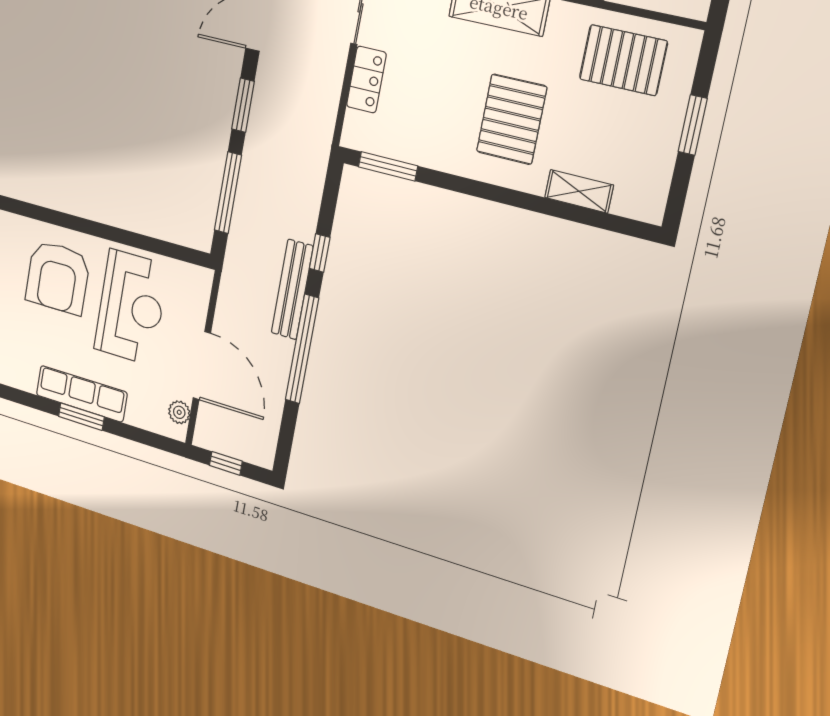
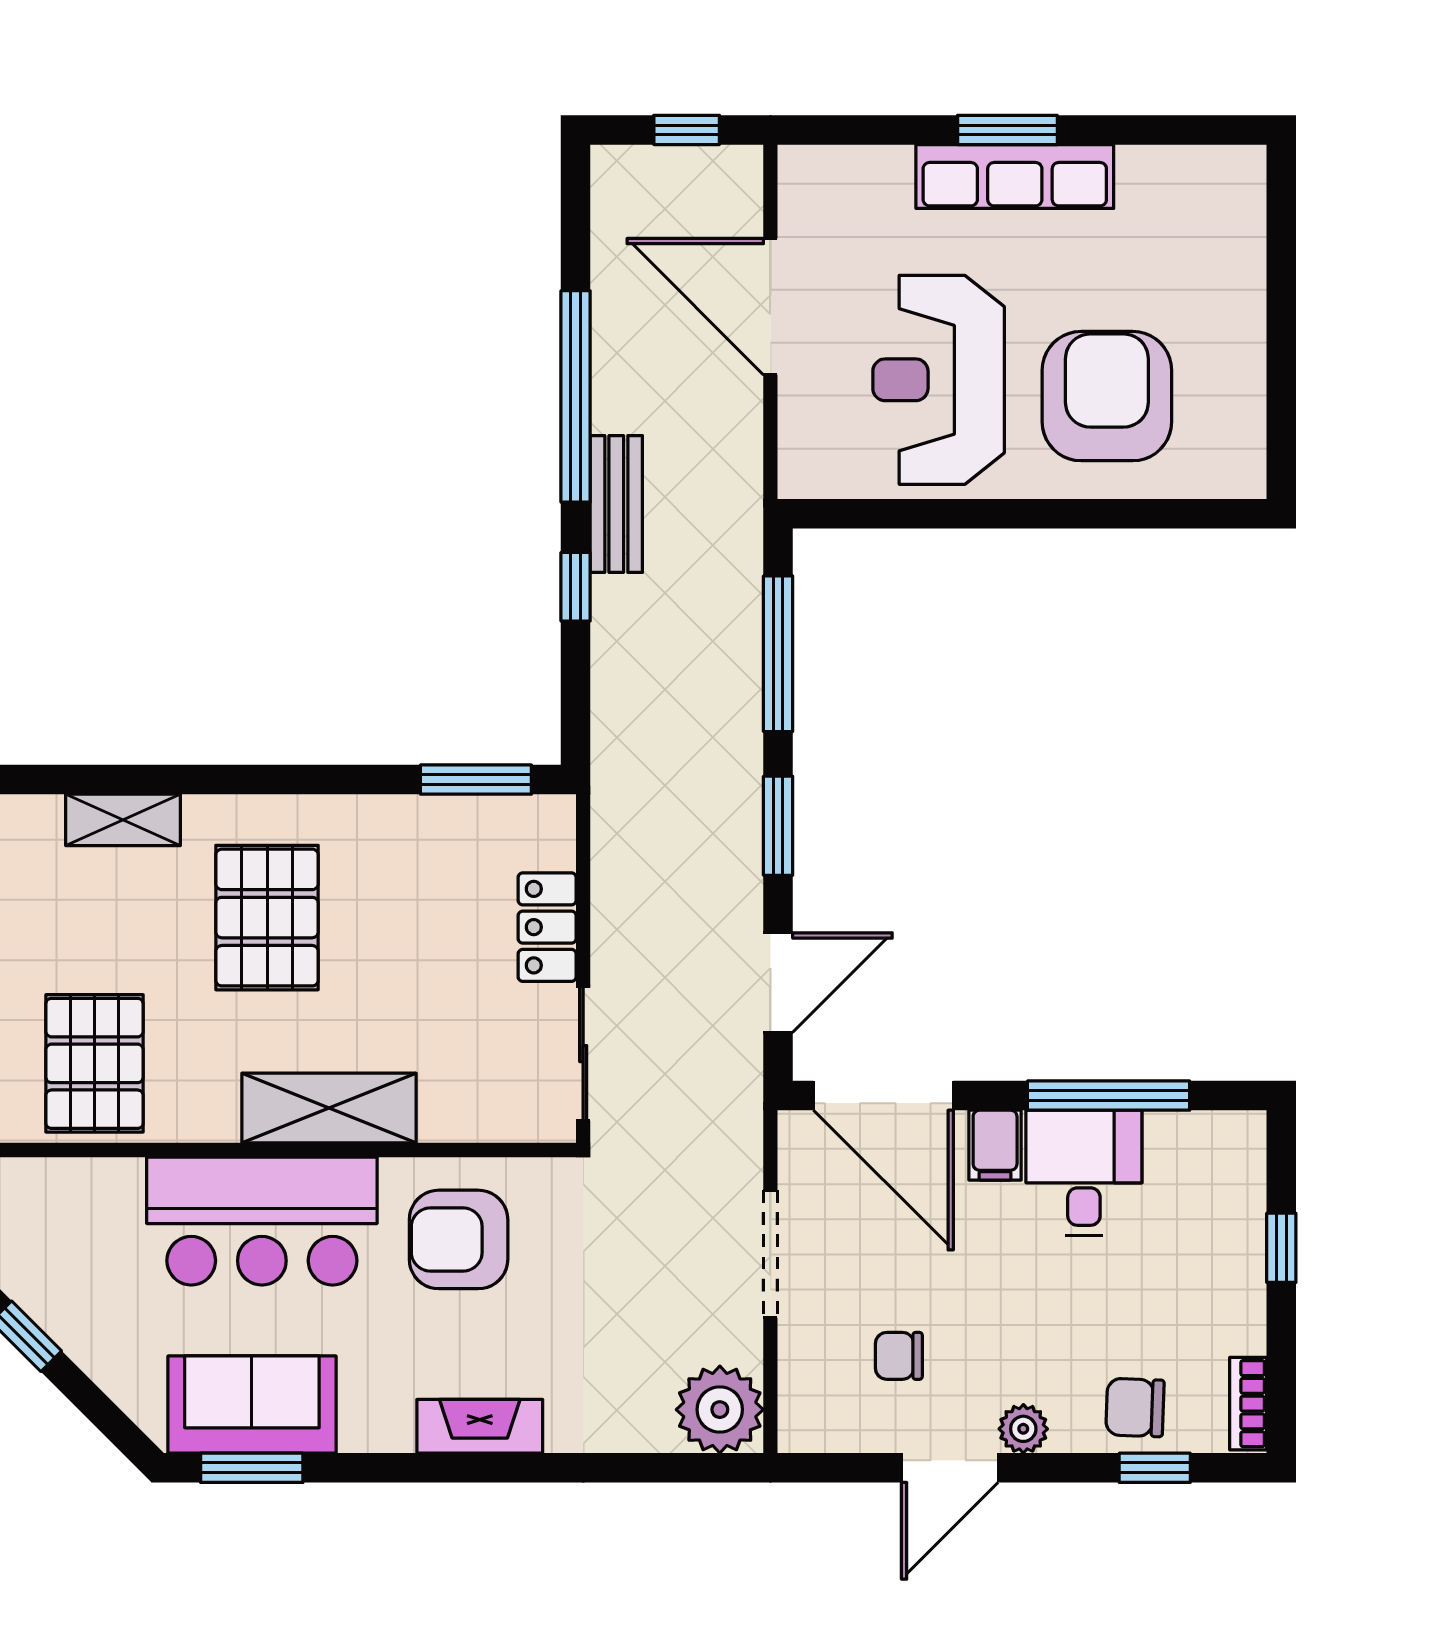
pallet: (623, 60) -> (95, 1063), turned 90
bench: (292, 289) -> (616, 504), width x0.73
plant: (179, 412) -> (801, 201), removed

